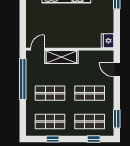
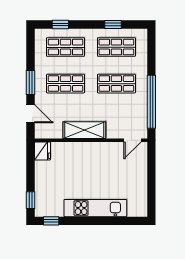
shelving: (61, 57) -> (84, 130), moved
window: (117, 119) -> (31, 82), moved

